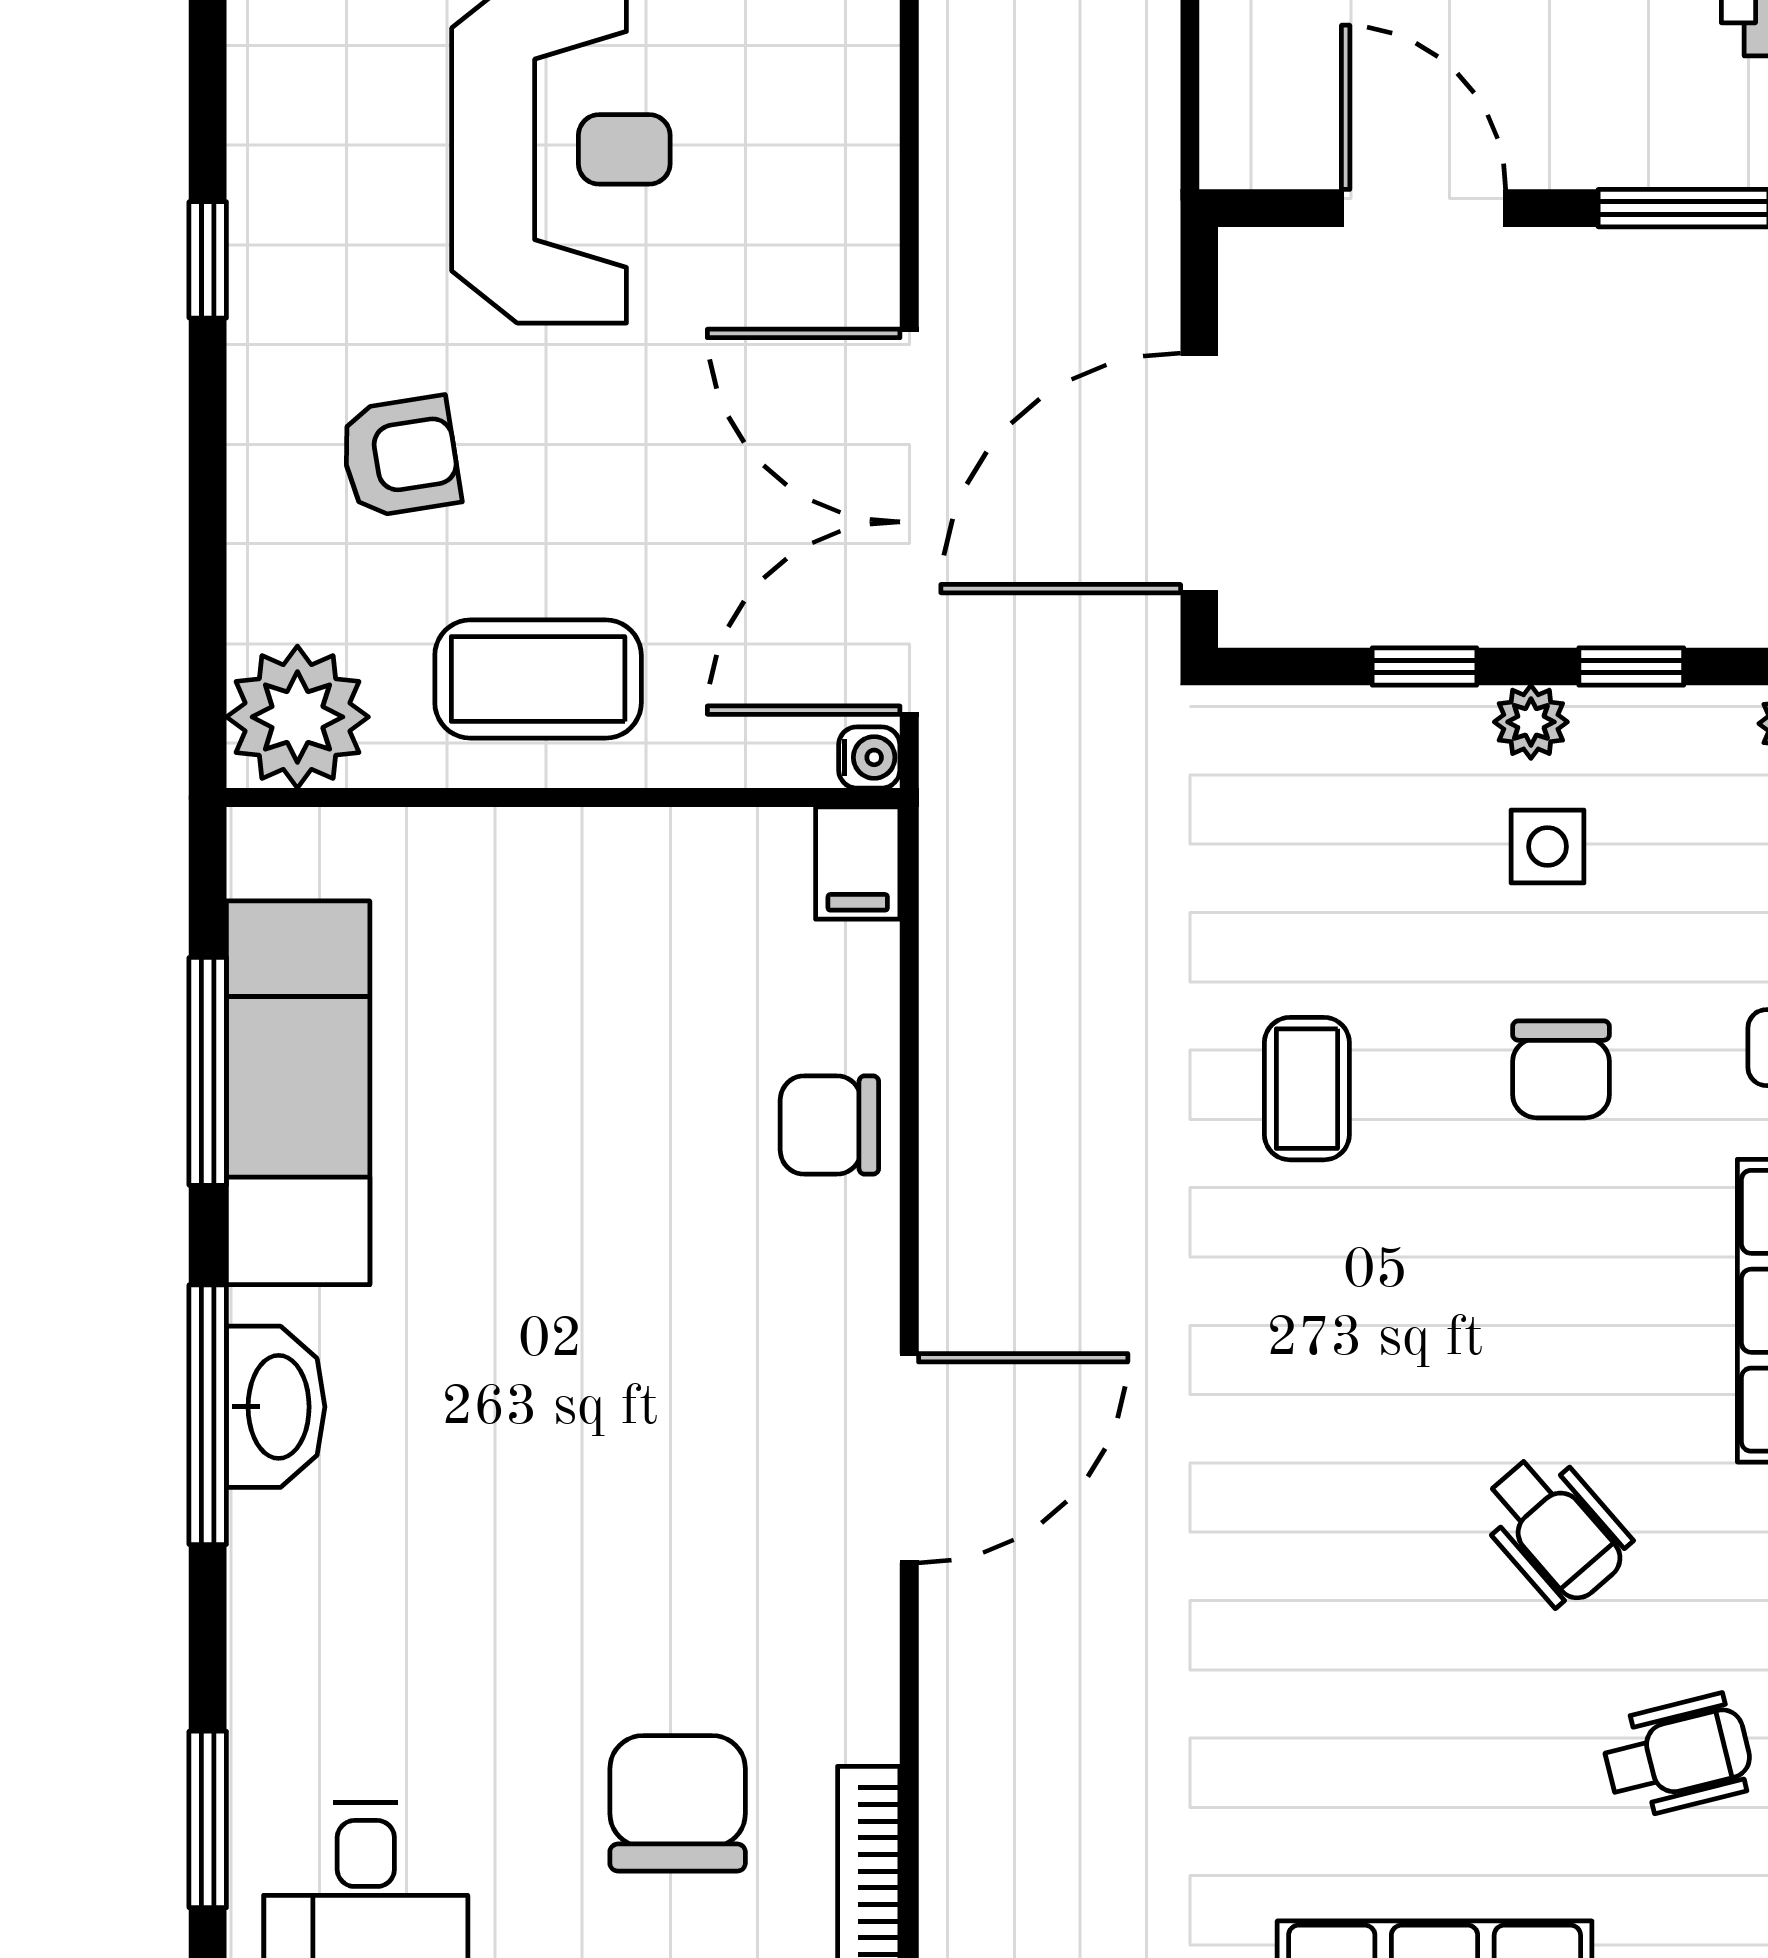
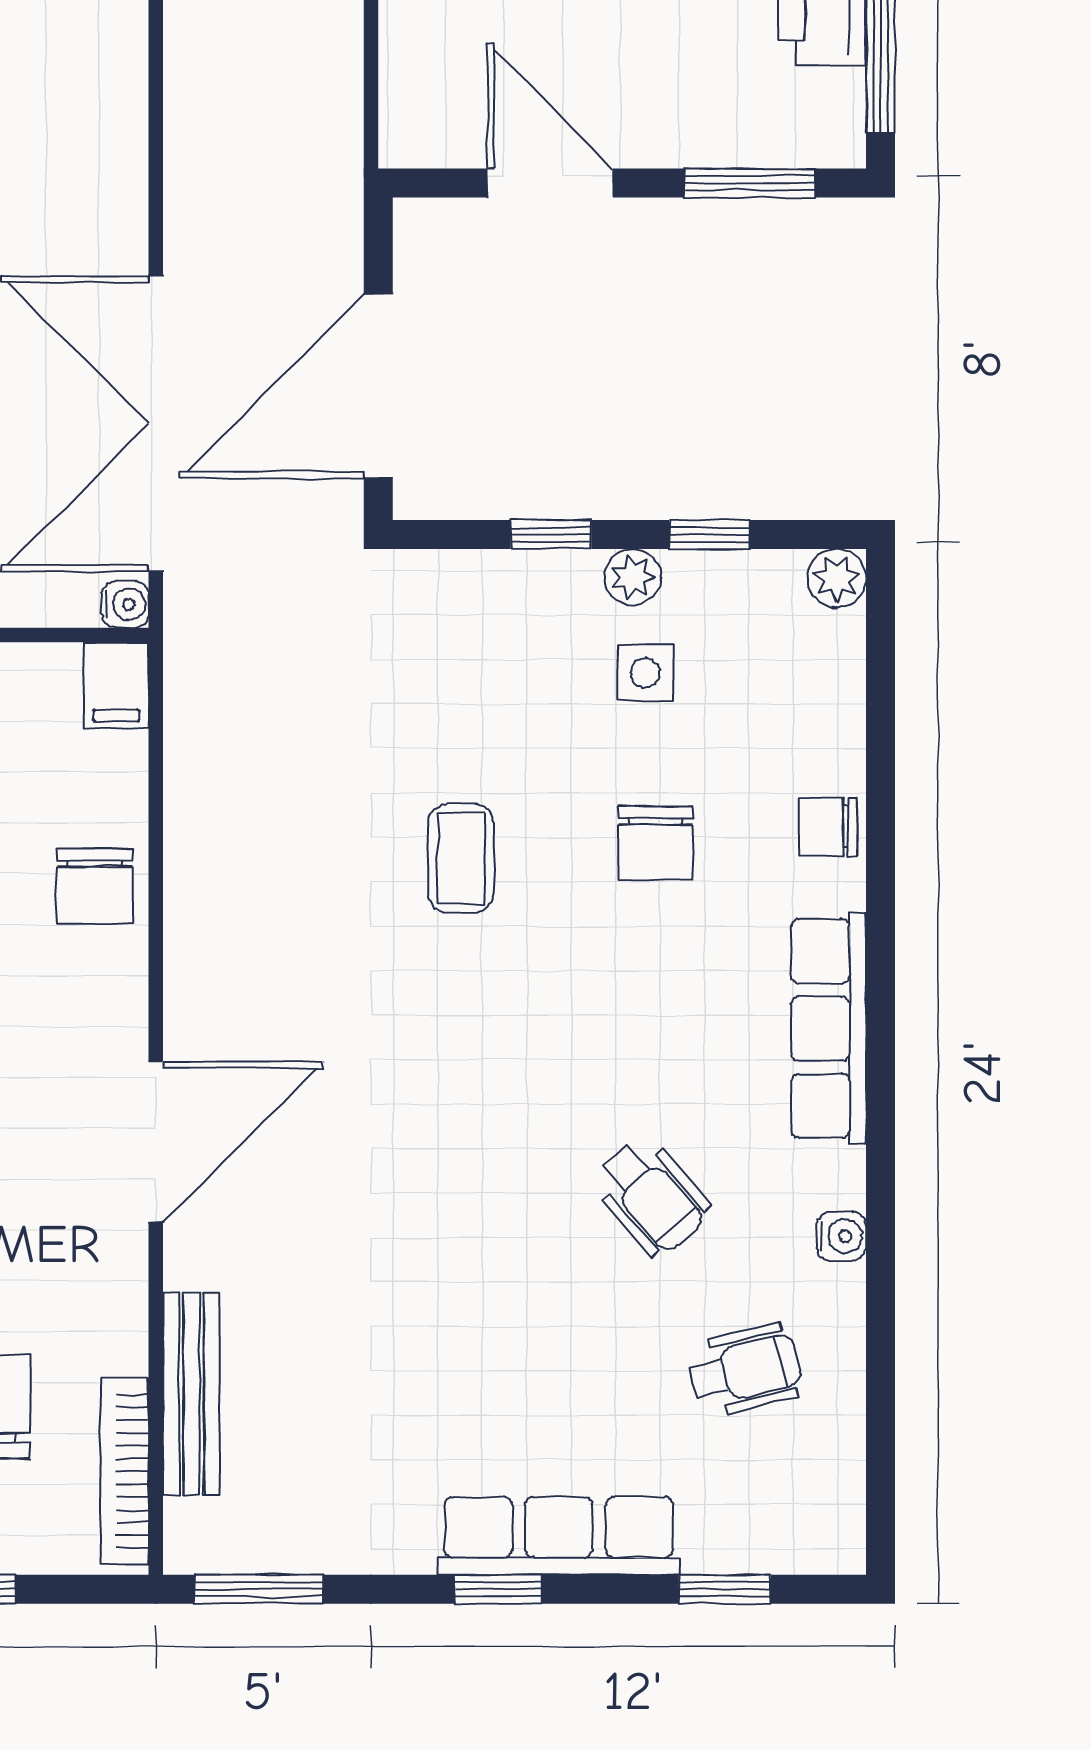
chair: (829, 1125) -> (95, 886), turned -90
bench: (956, 1787) -> (191, 1394), added

